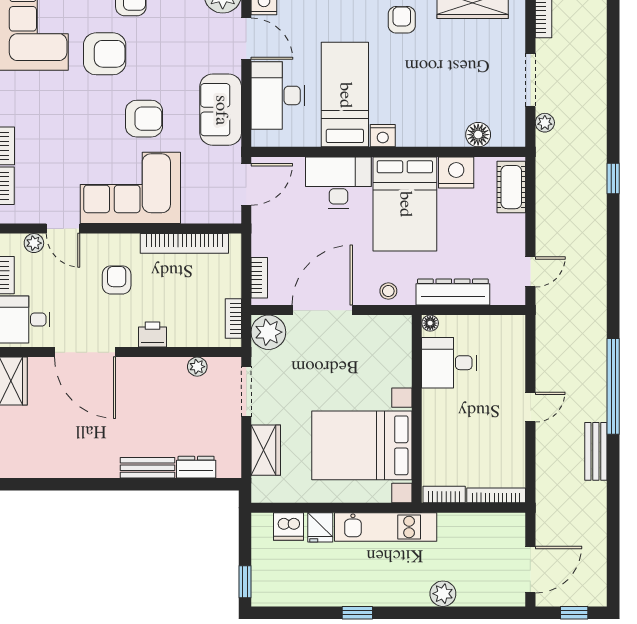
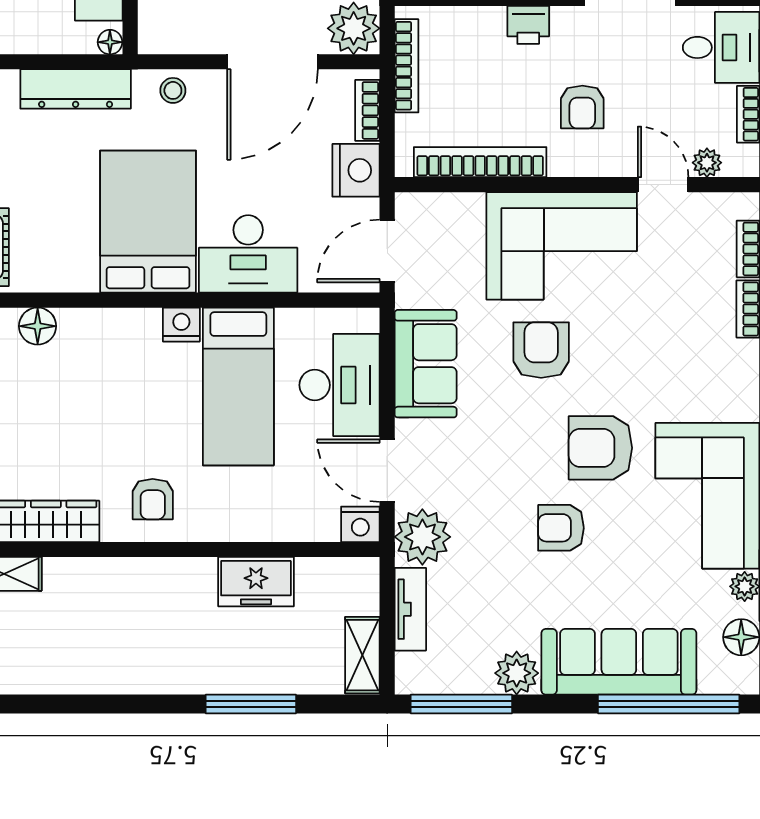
armchair: (144, 119) -> (541, 350), turned 90
nightstand: (456, 173) -> (356, 170), moved, turned -90
bookcase: (233, 319) -> (406, 66), width x1.56

